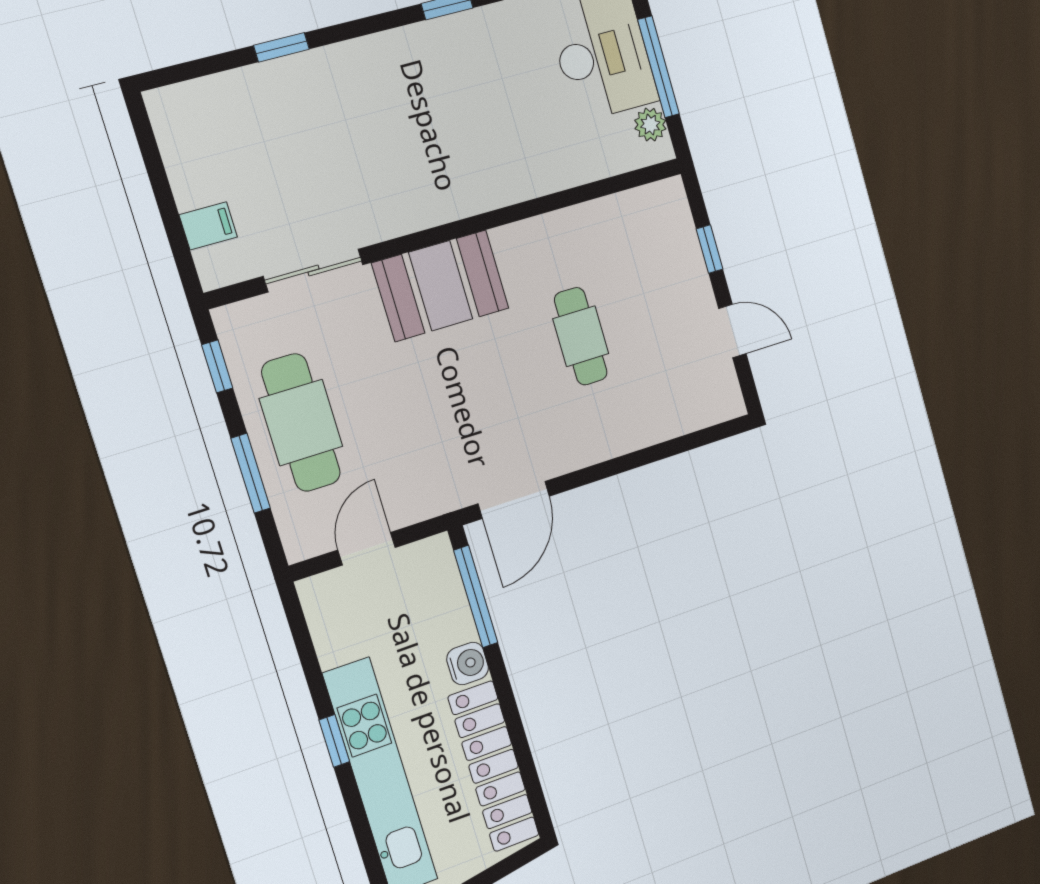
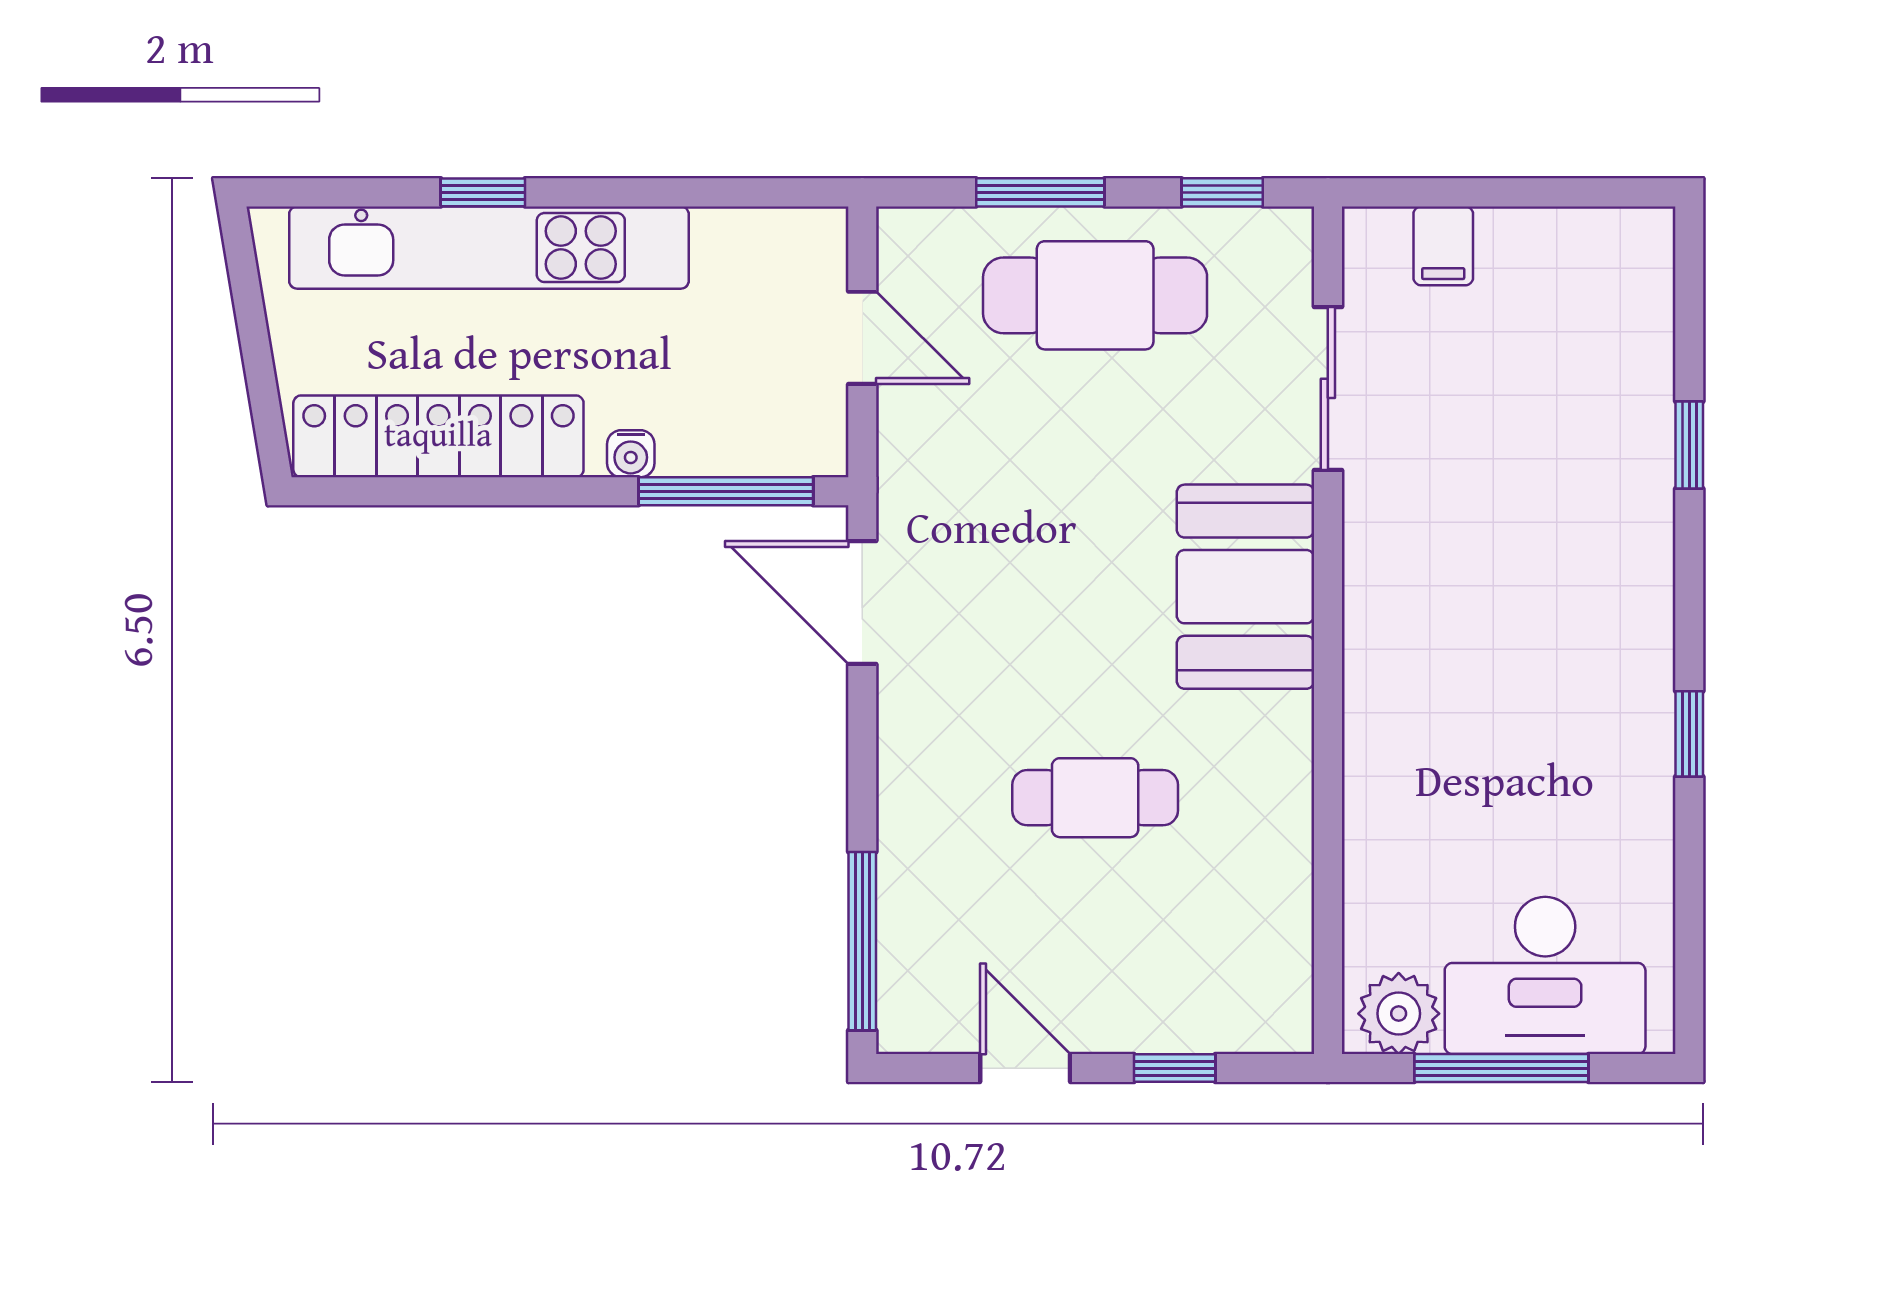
plant: (650, 125) -> (1399, 1014), width x1.38, depth x1.38
door: (732, 331) -> (1025, 1068), swing flipped
window: (693, 441) -> (862, 941), added
water cooler: (468, 663) -> (631, 454), width x0.72, depth x0.72
window: (334, 741) -> (483, 192), moved

